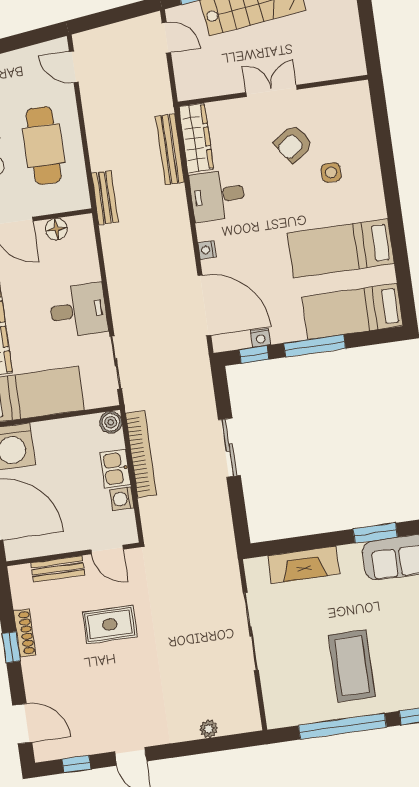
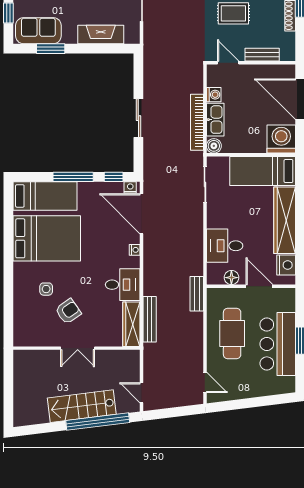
bed: (341, 248) -> (47, 238), width x1.50
desk: (78, 310) -> (225, 246), moved
nightstand: (261, 338) -> (130, 187), moved
kitchen sink: (115, 469) -> (215, 120), width x1.38

